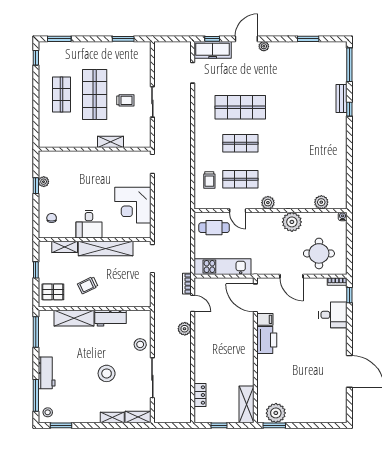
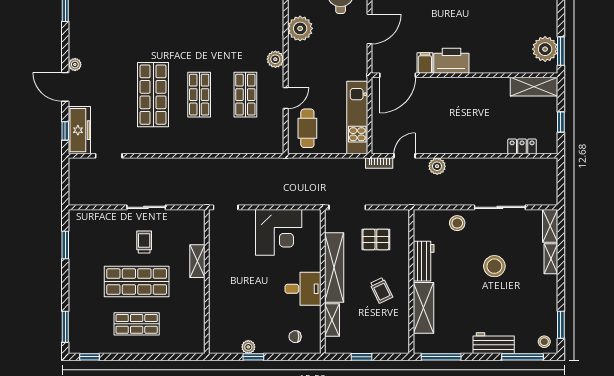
trolley: (209, 180) -> (246, 134), removed
pallet: (53, 292) -> (376, 239), moved, turned 90

